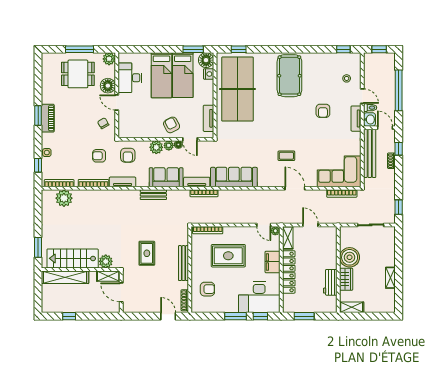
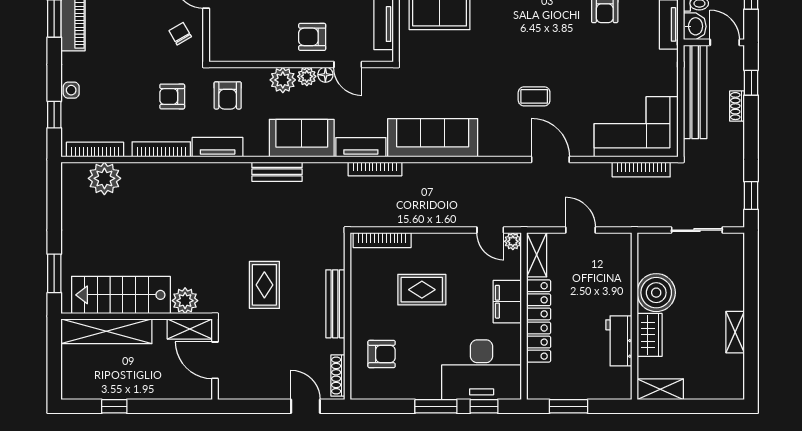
armchair: (172, 125) -> (312, 37), turned -63
rug: (228, 256) -> (422, 290), width x0.73, depth x0.70

